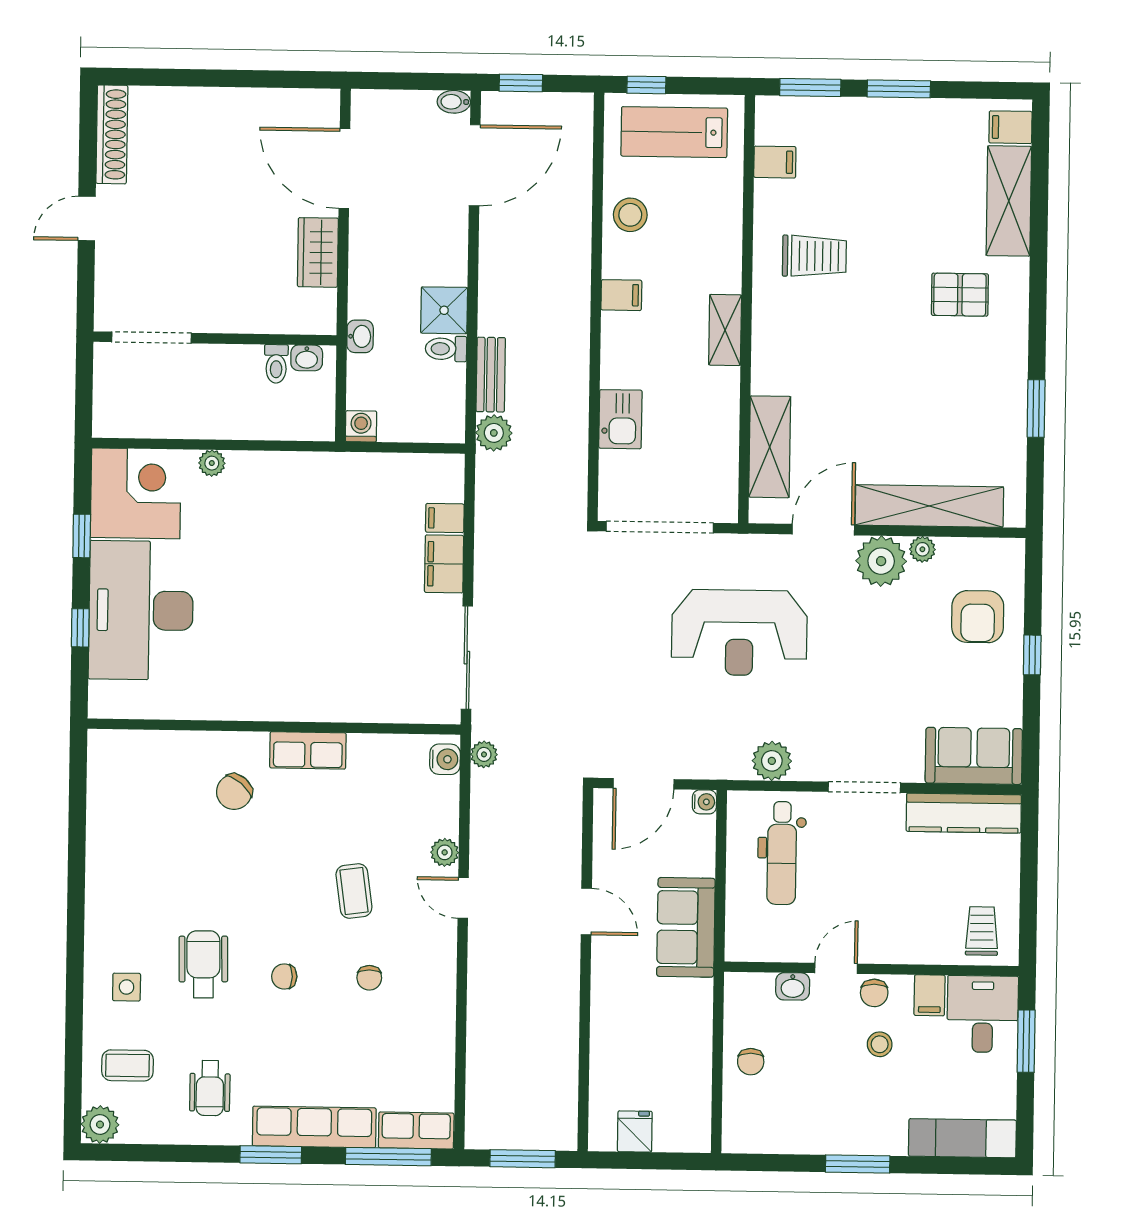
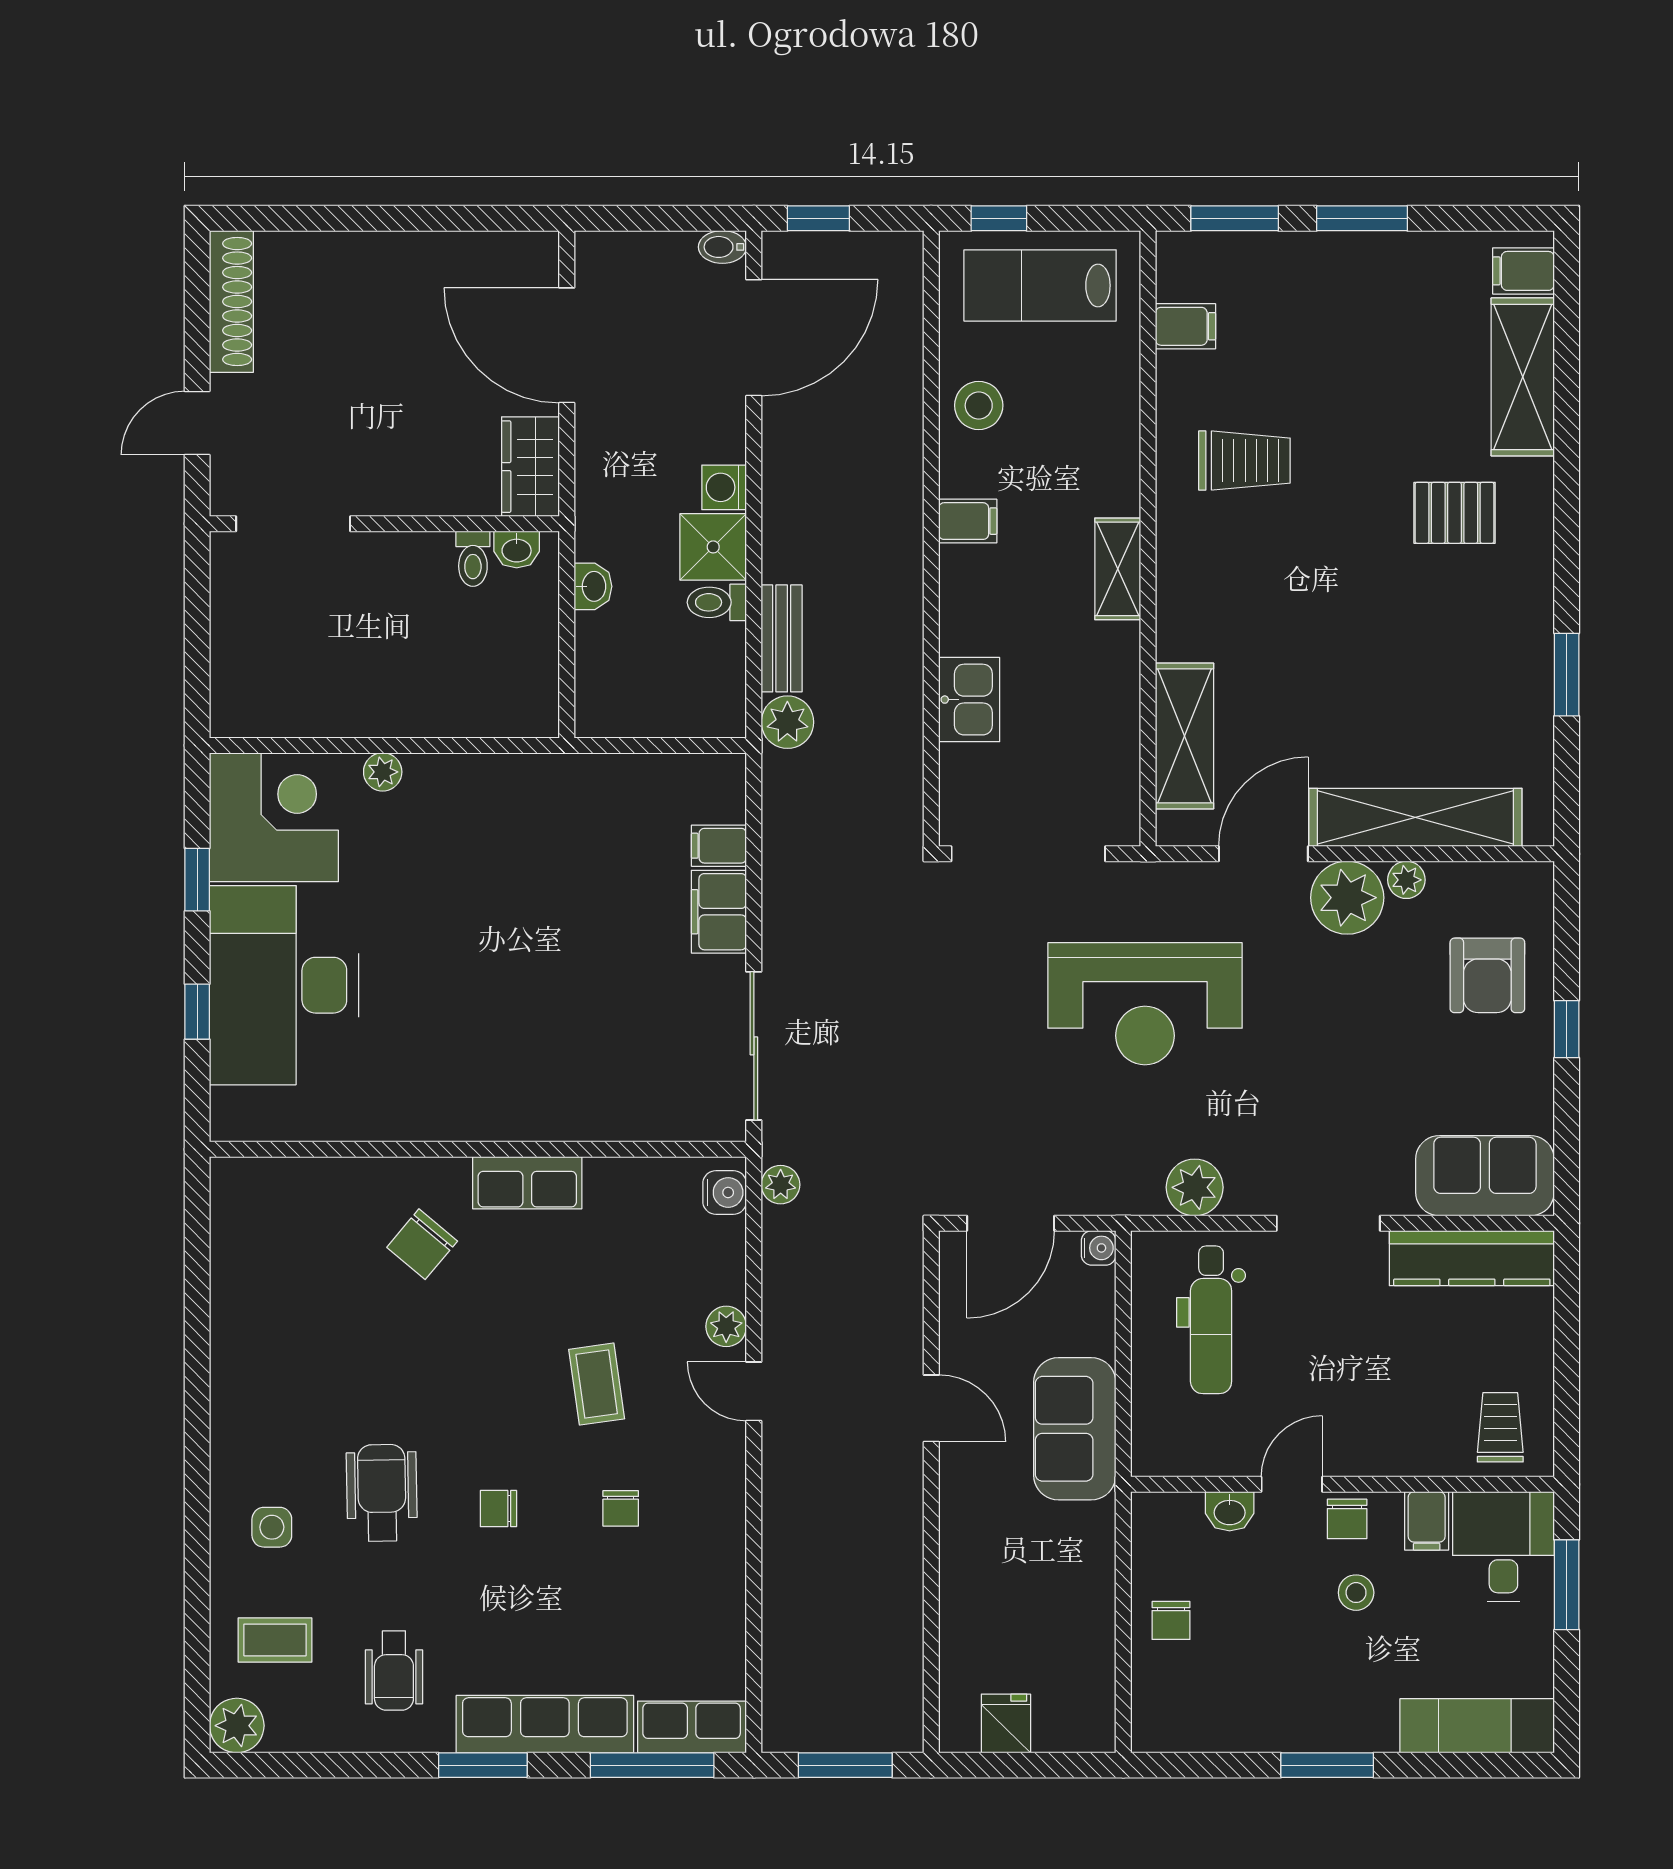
doorway: (152, 337) -> (293, 524), moved
wall: (215, 338) -> (384, 524), moved
washbasin: (307, 358) -> (517, 549), moved
toilet: (276, 364) -> (473, 559), moved
washing machine: (361, 426) -> (724, 487), moved, turned -90

